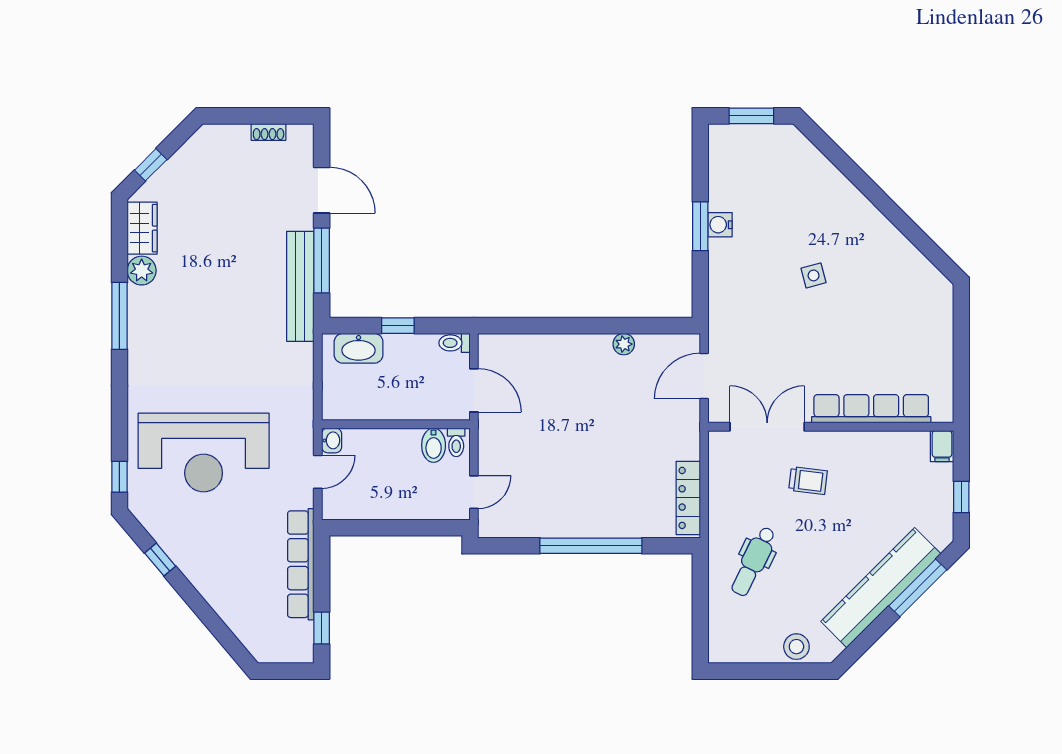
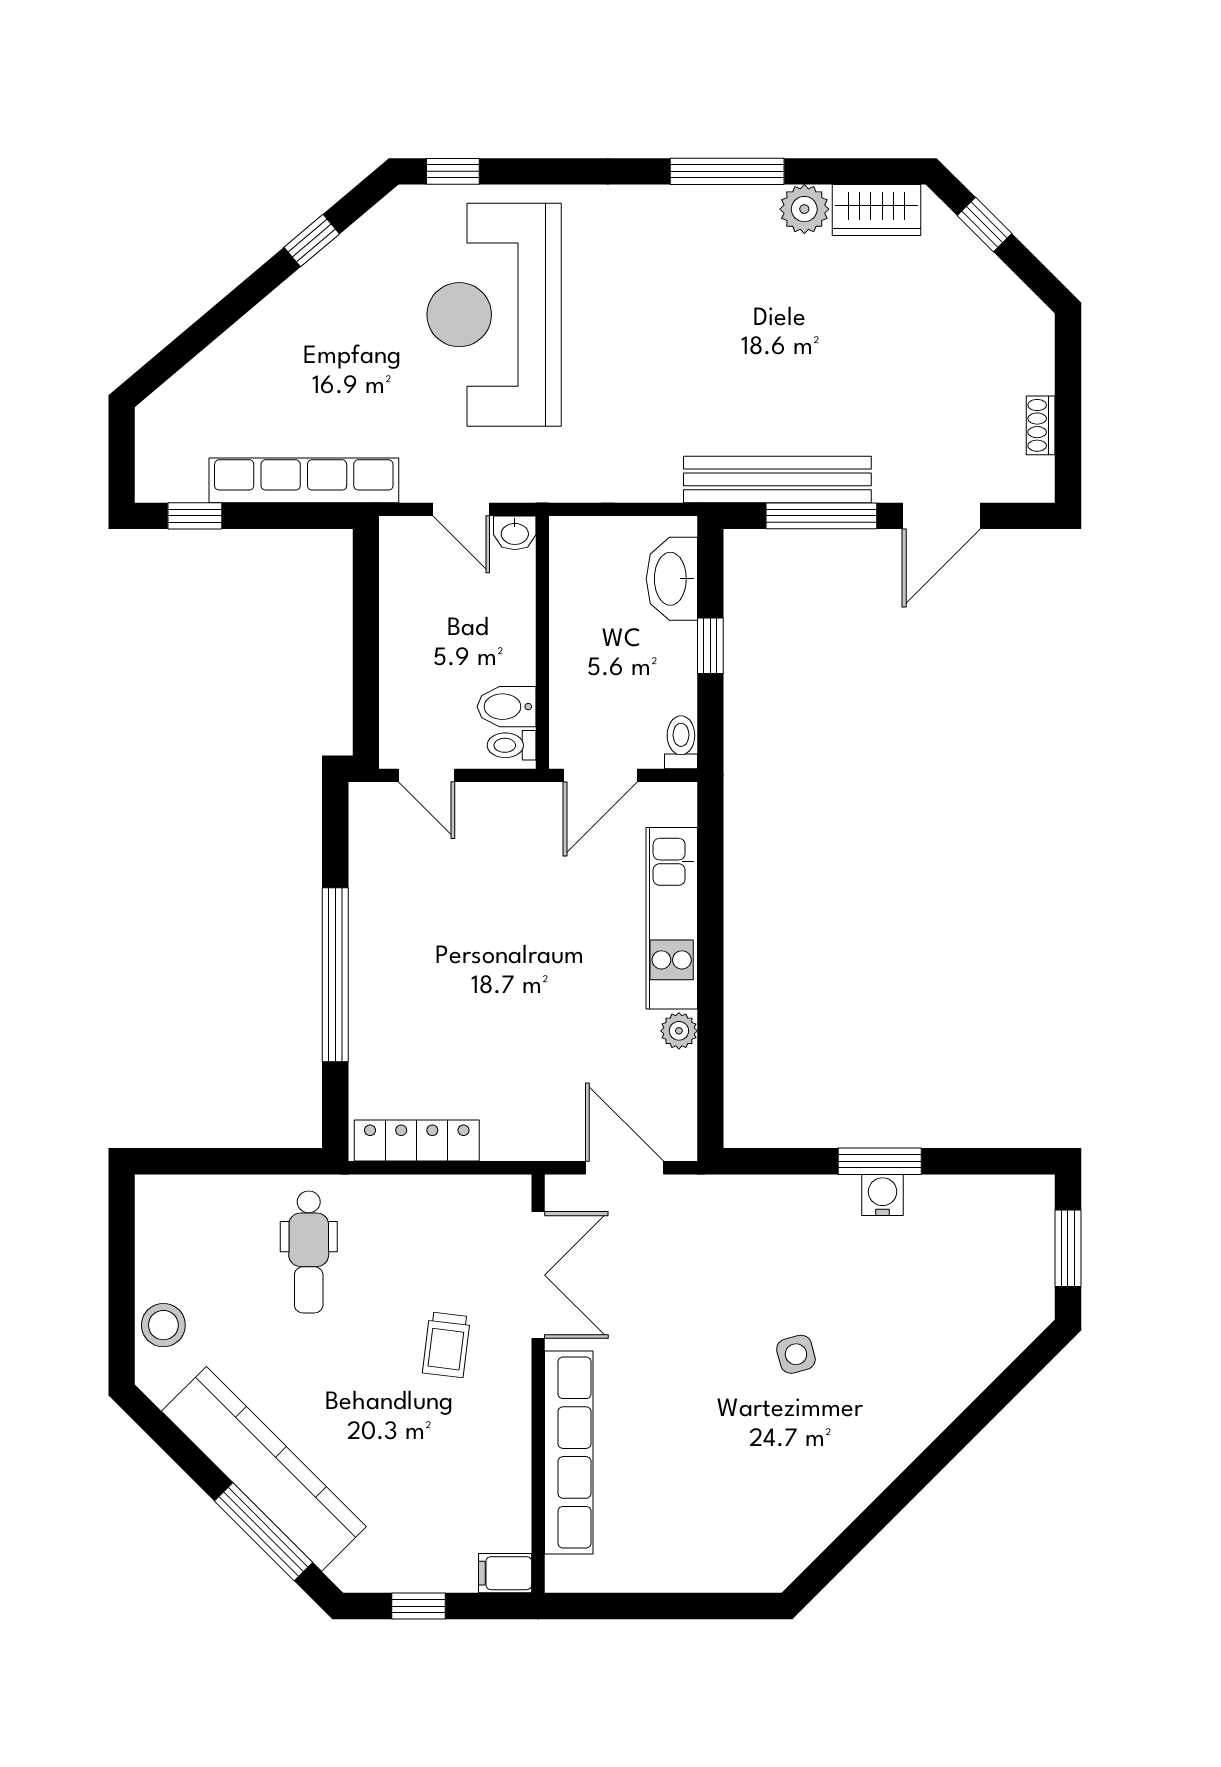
kitchen unit: (558, 348) -> (672, 918), added
dental chair: (754, 561) -> (309, 1252), turned -116

